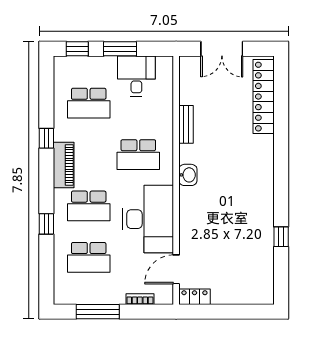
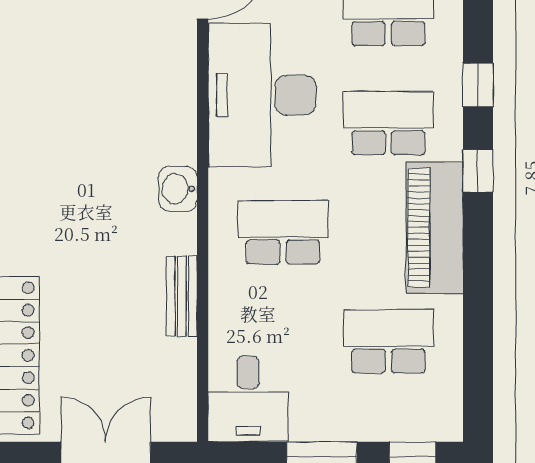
desk: (136, 76) -> (248, 399), moved
window: (46, 138) -> (478, 171), moved
piano: (64, 165) -> (434, 228), width x1.37, depth x1.33

